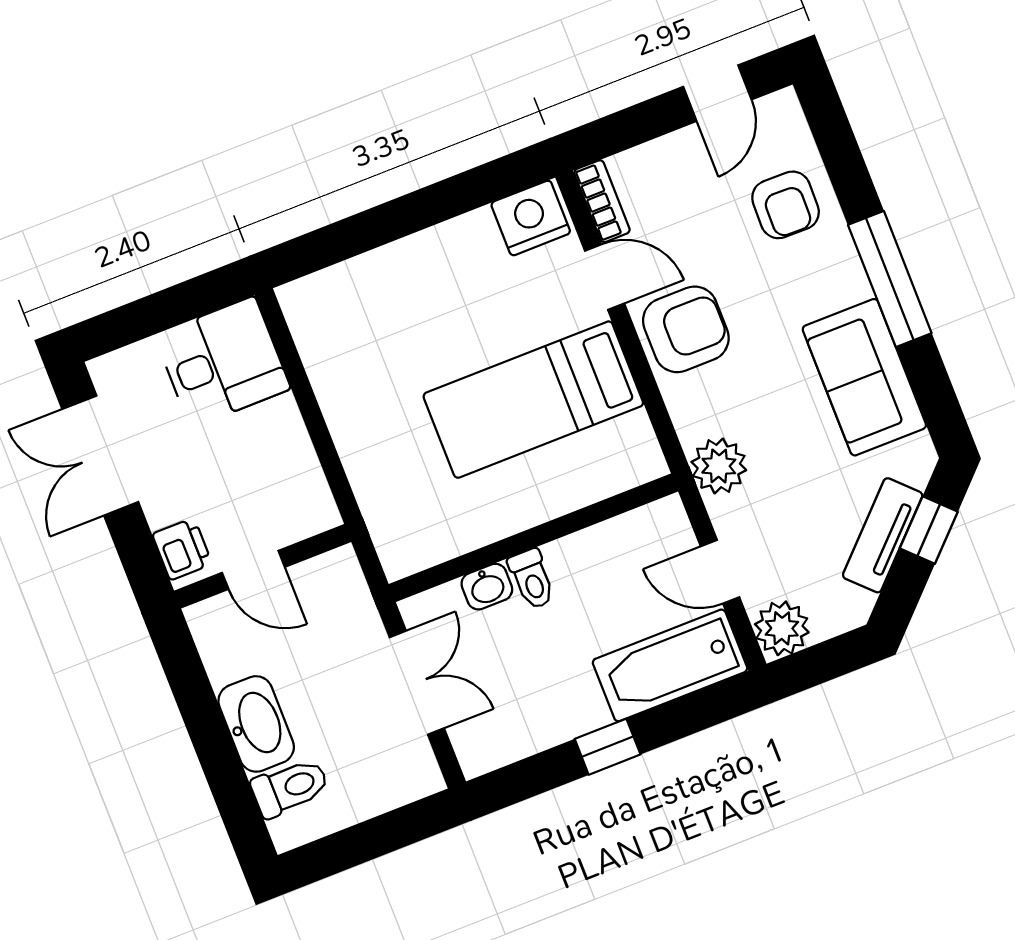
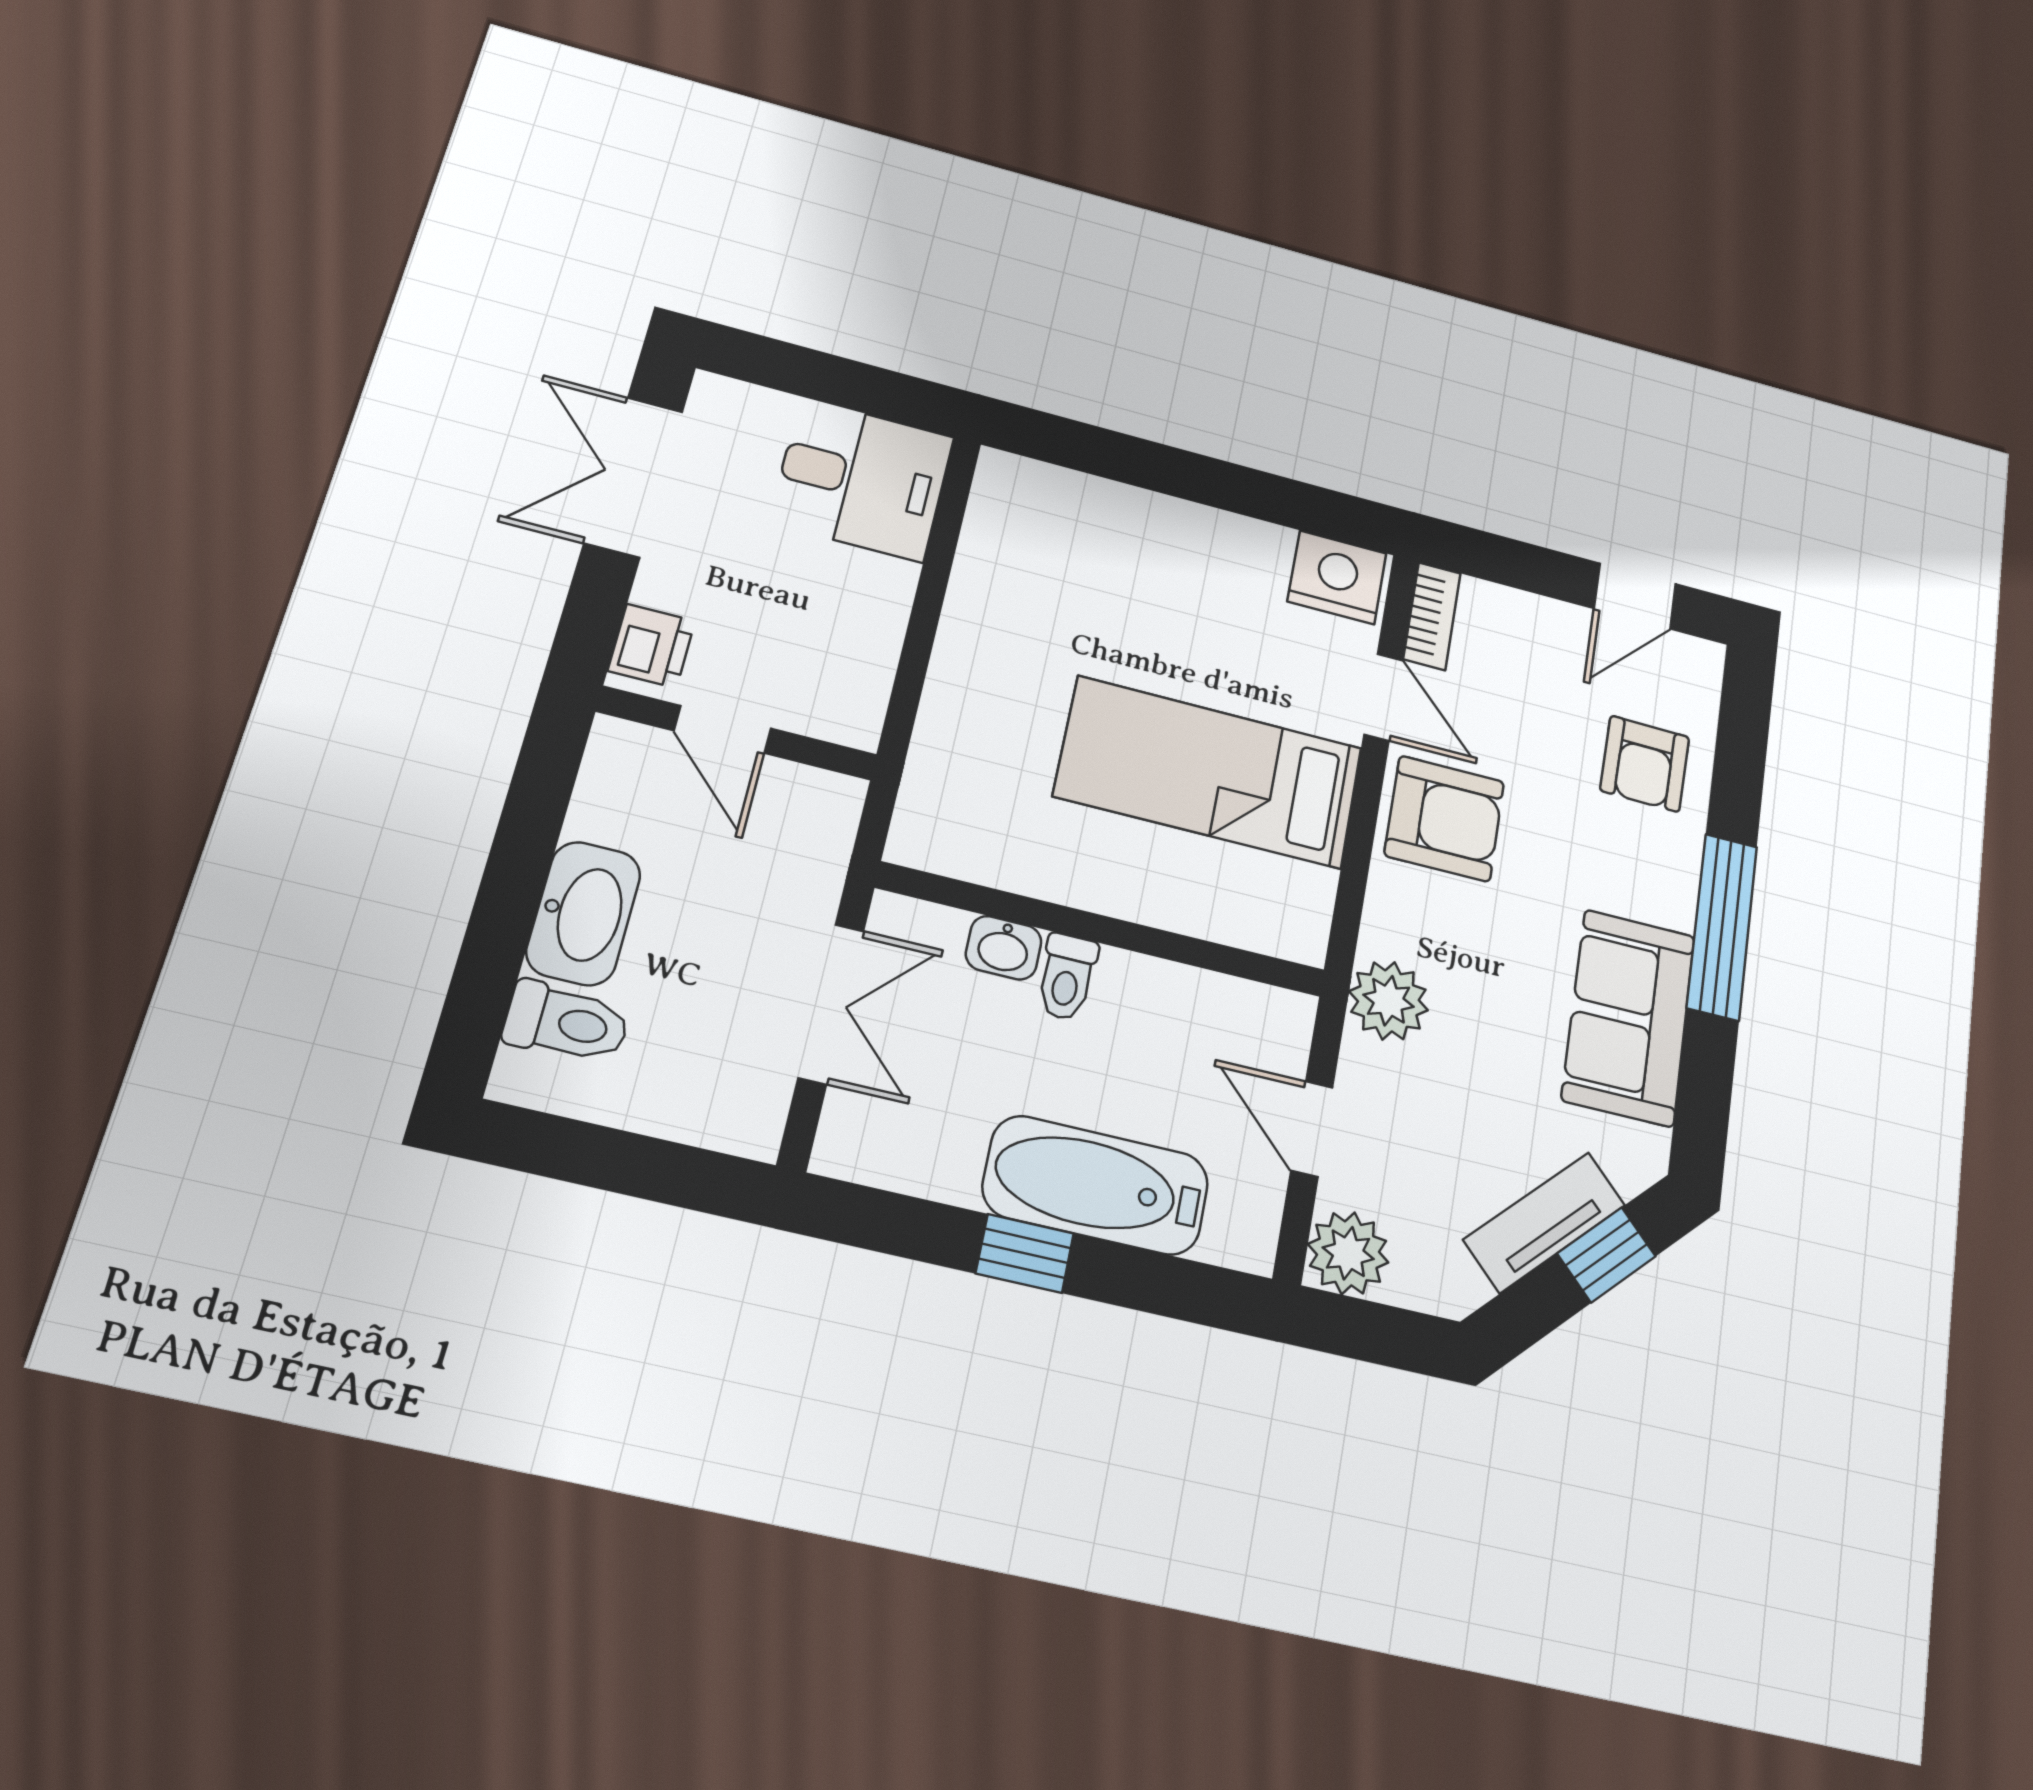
bathtub: (670, 665) -> (1096, 1185), moved

